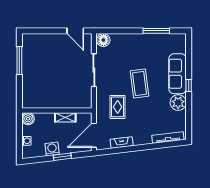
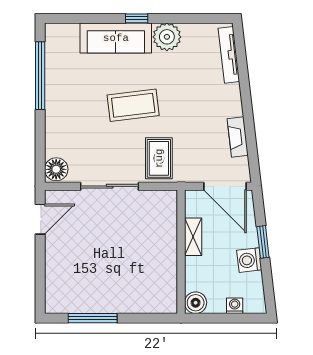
window: (156, 31) -> (40, 76), width x1.46
rug: (118, 107) -> (159, 158), moved, turned 90

